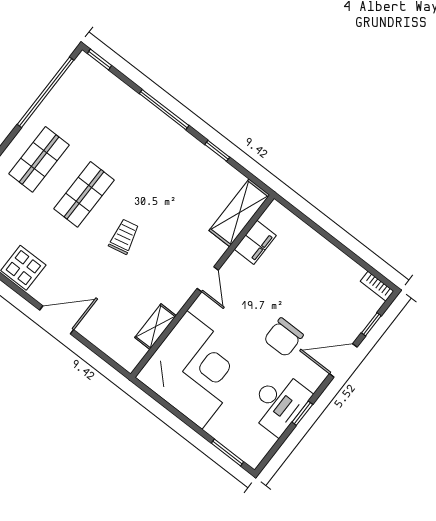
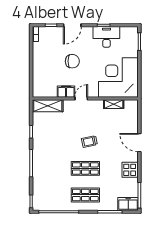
filing cabinet: (255, 242) -> (66, 92), moved
chair: (284, 337) -> (72, 61), moved
door: (343, 360) -> (72, 25), hinge flipped

